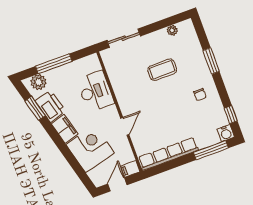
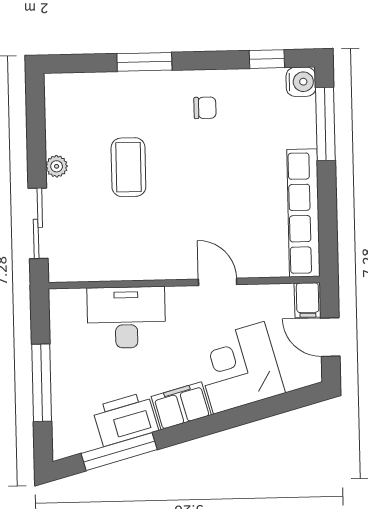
plant: (172, 30) -> (57, 166), moved
plant: (39, 82) -> (68, 426), removed
window: (35, 108) -> (119, 452), width x1.44

